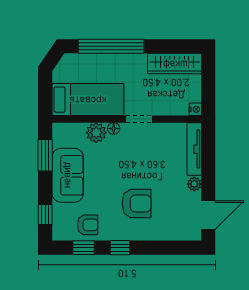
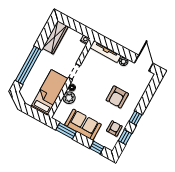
armchair: (137, 203) -> (117, 97), turned 180

